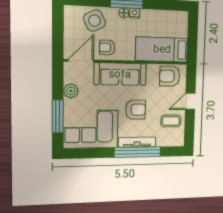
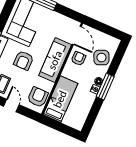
plant: (71, 91) -> (58, 19), removed

